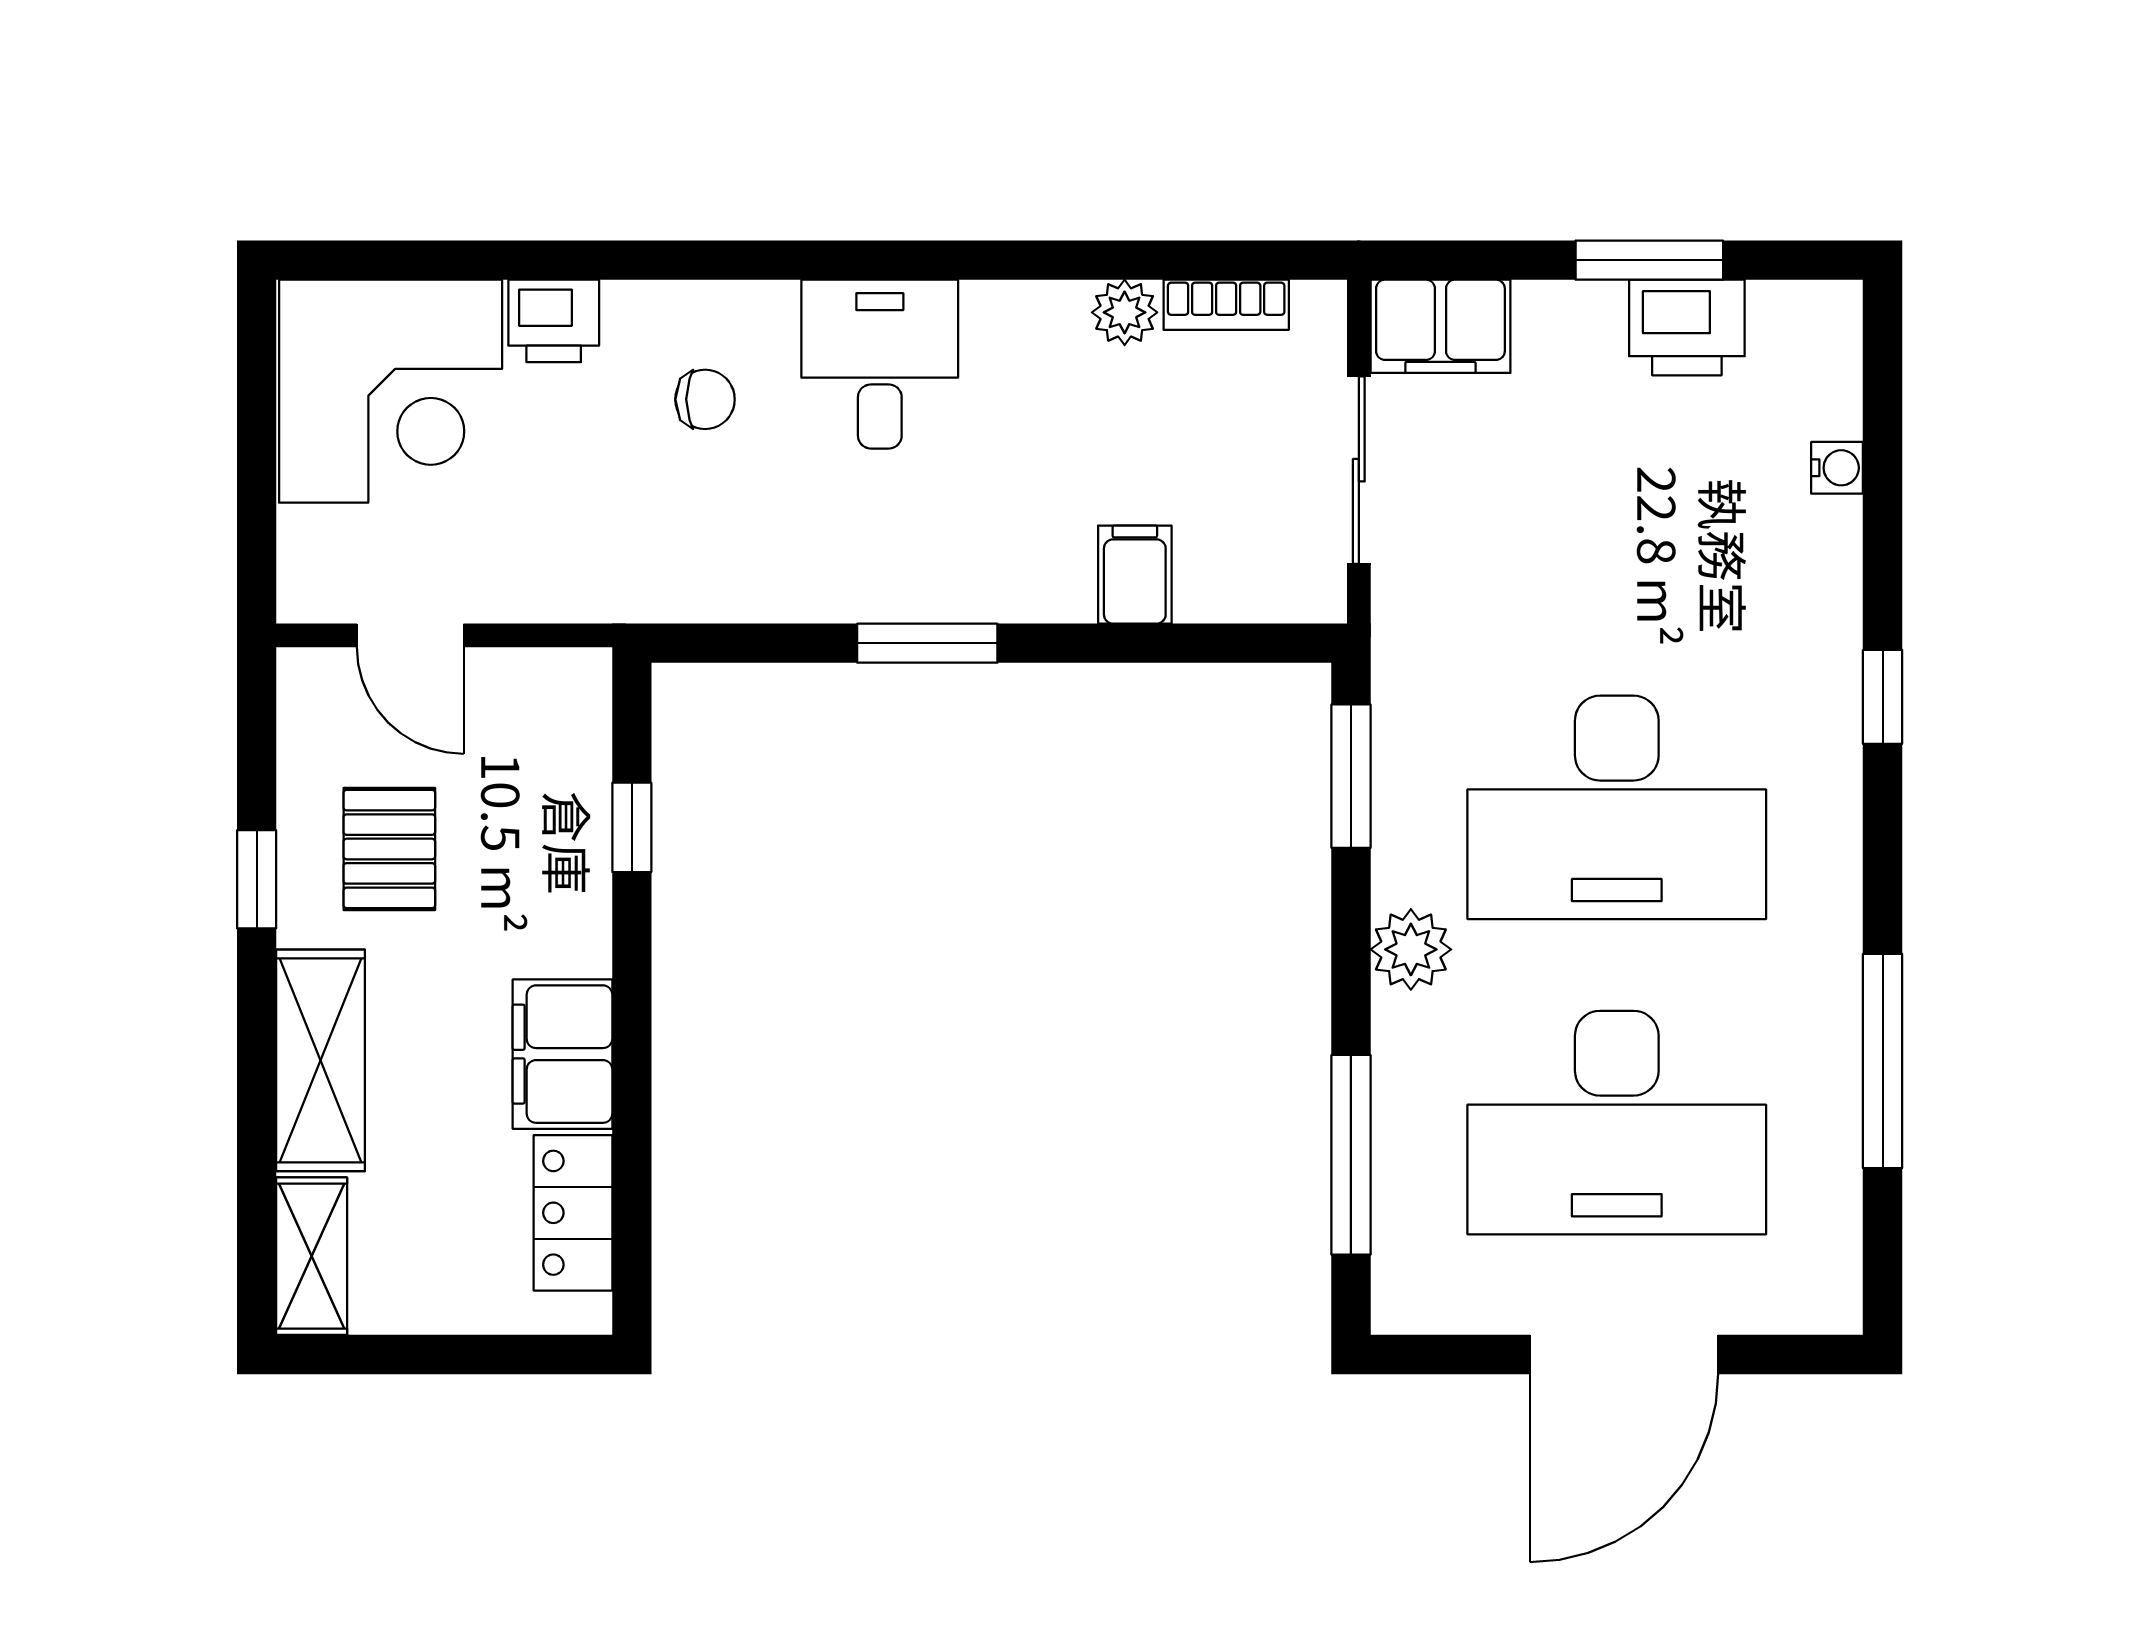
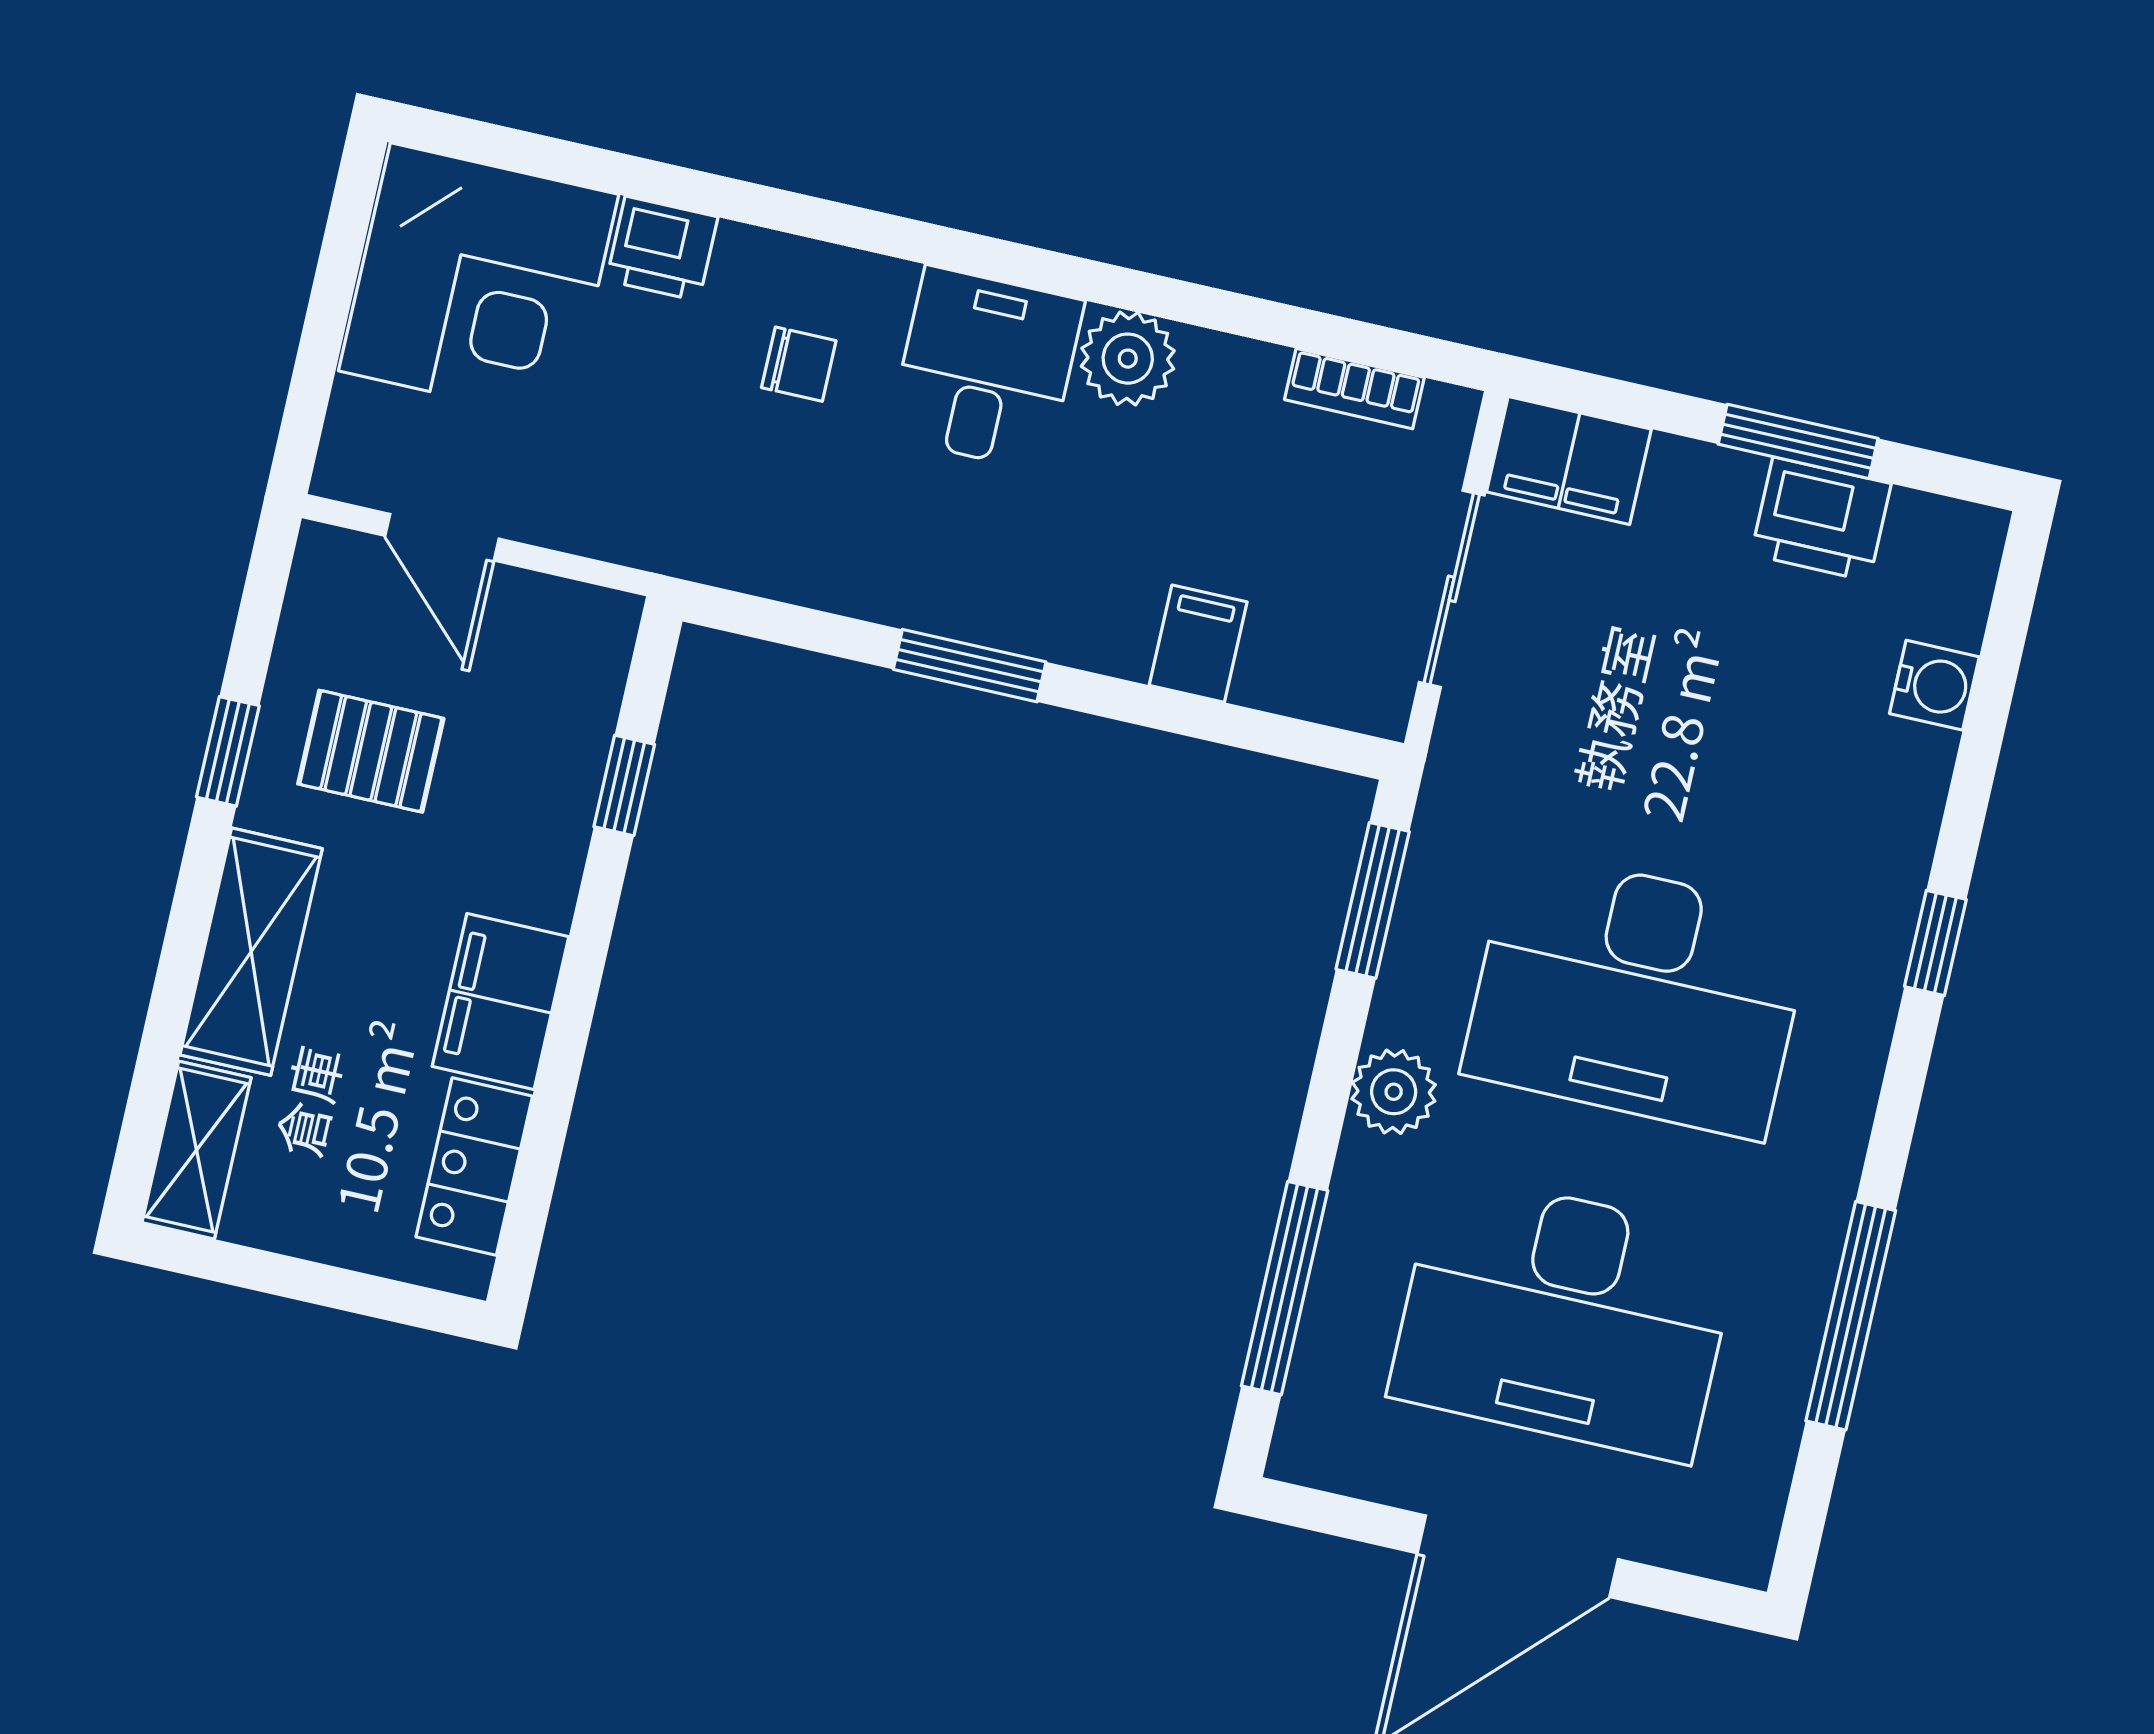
plant: (1125, 312) -> (1128, 359), moved, width x1.38, depth x1.38
water cooler: (1837, 468) -> (1934, 685), width x1.38, depth x1.38
pallet: (389, 849) -> (371, 751), turned 90

